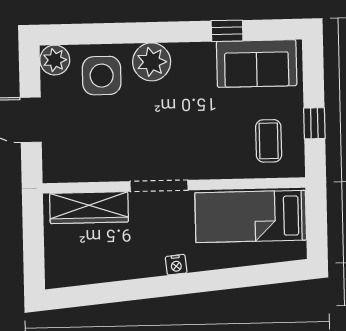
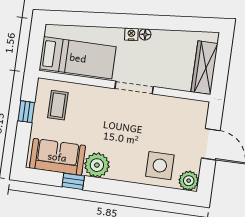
plant: (152, 62) -> (97, 165), moved
wardrobe: (89, 208) -> (204, 68), moved, turned -90
floor lamp: (156, 268) -> (145, 34), added

